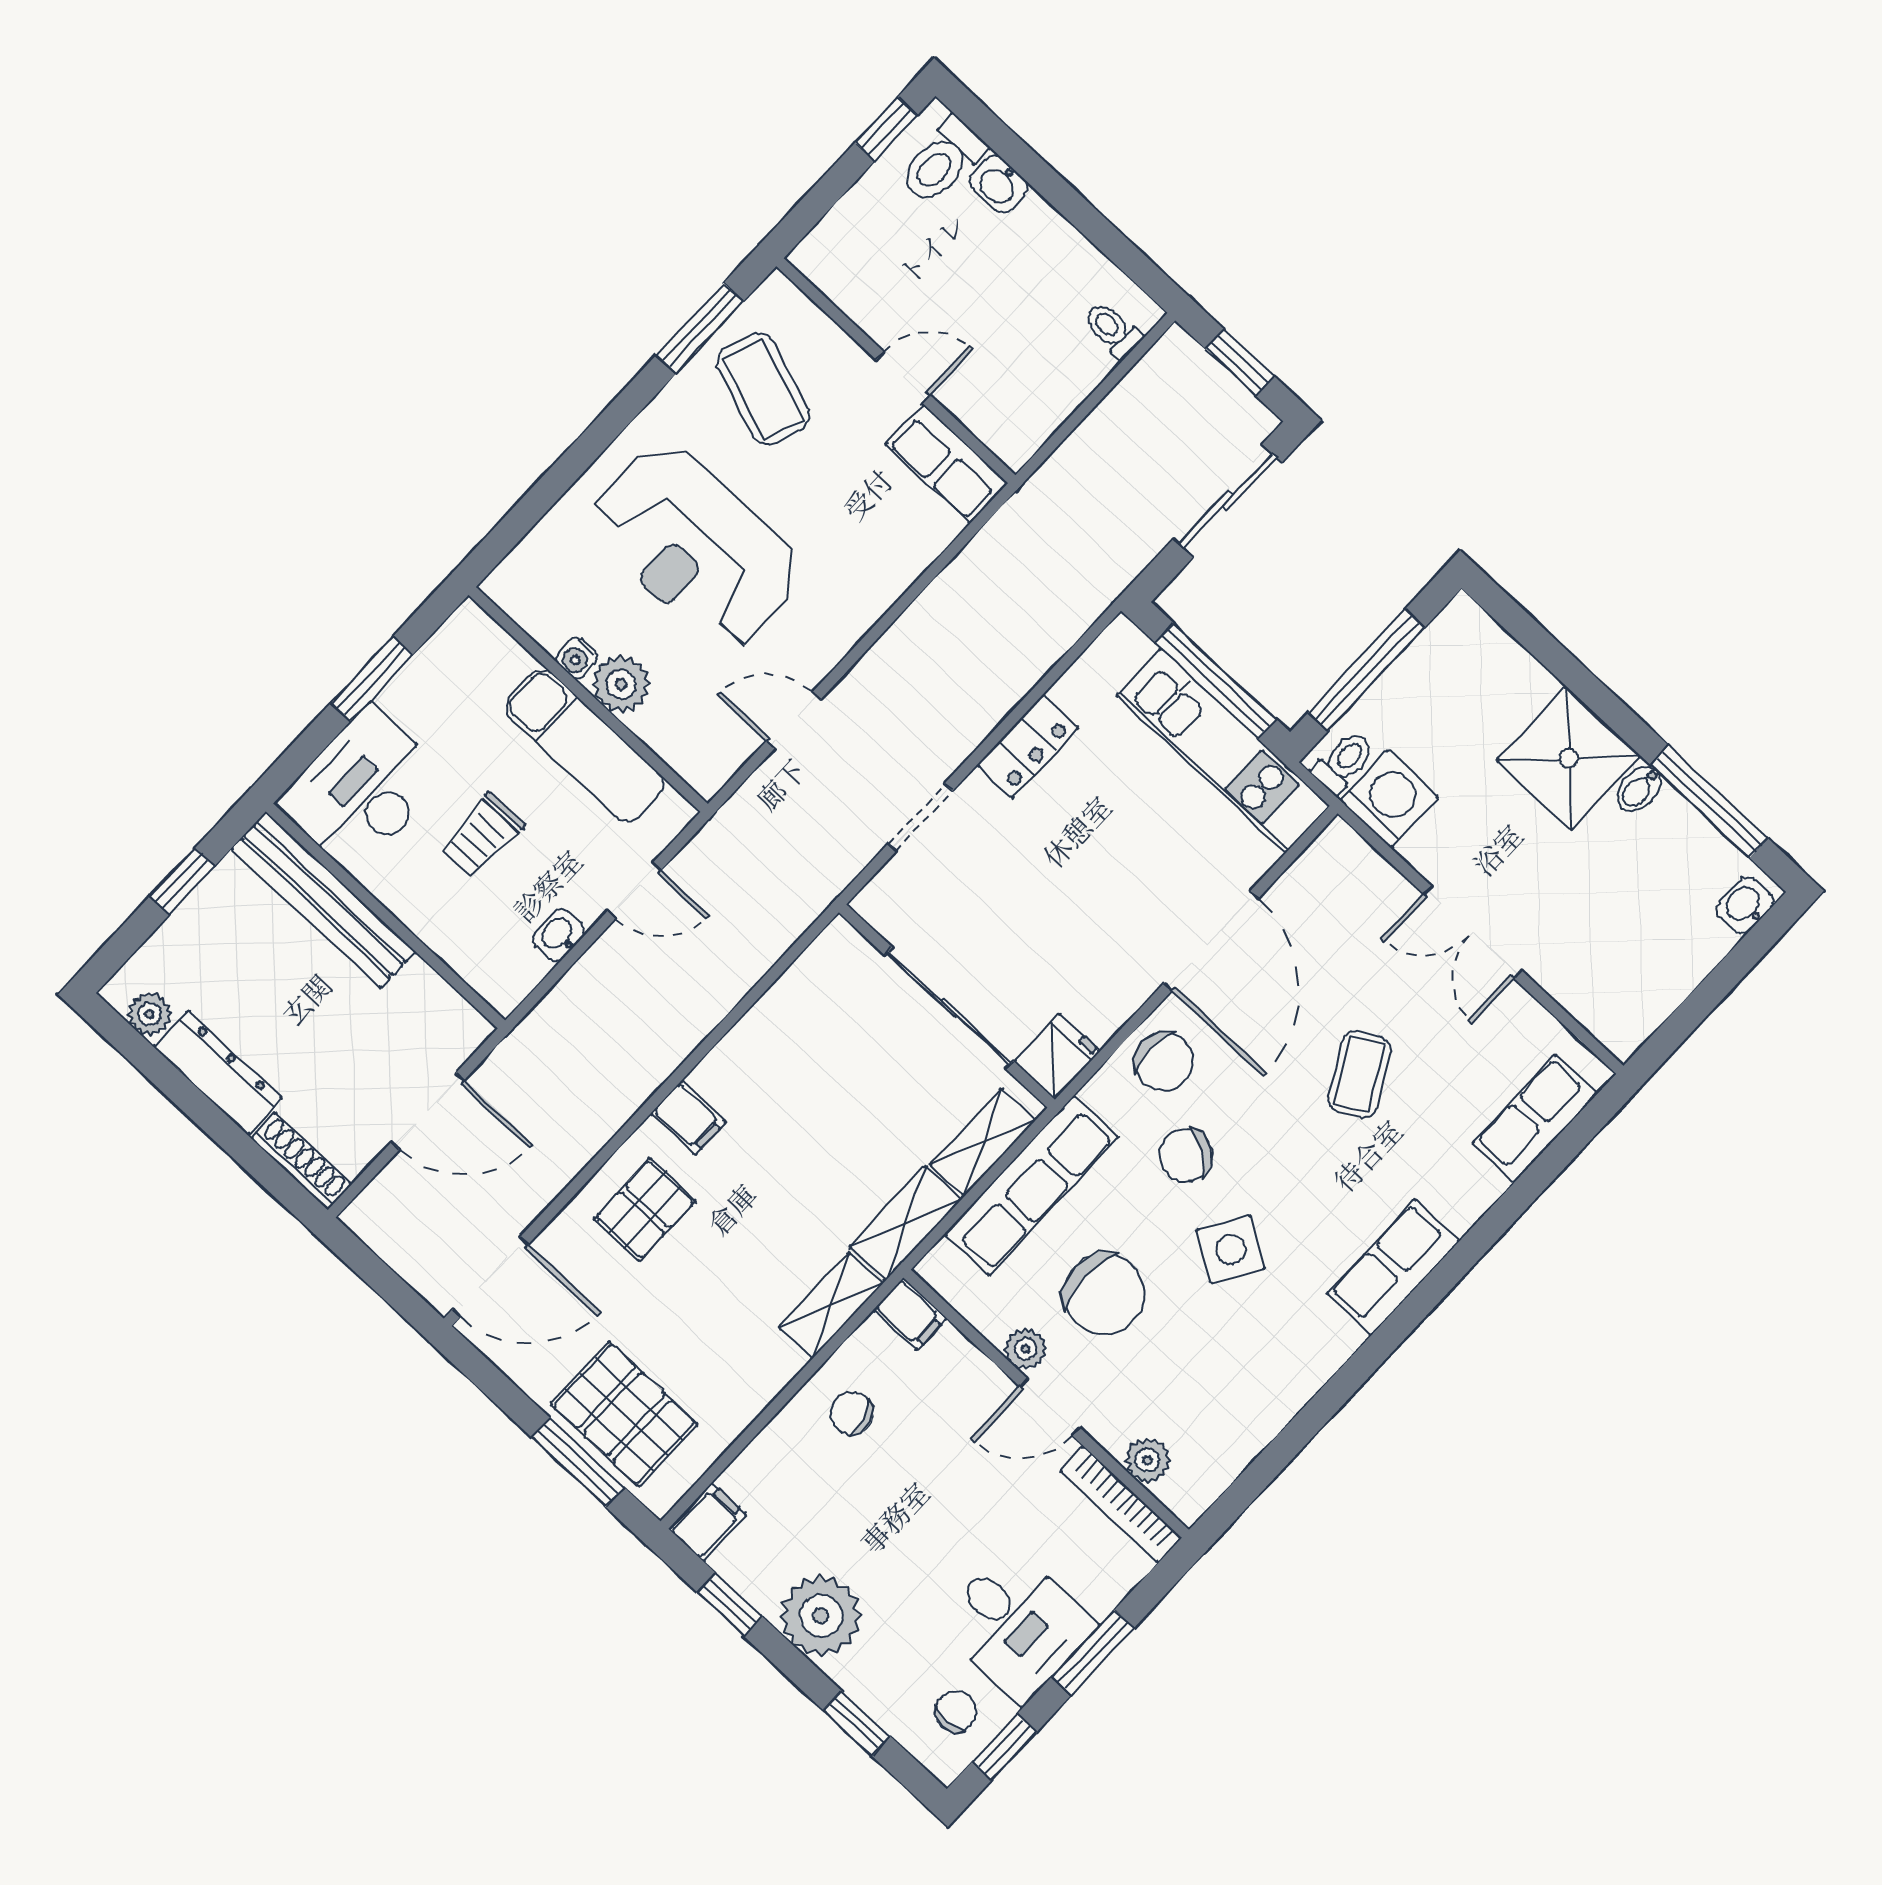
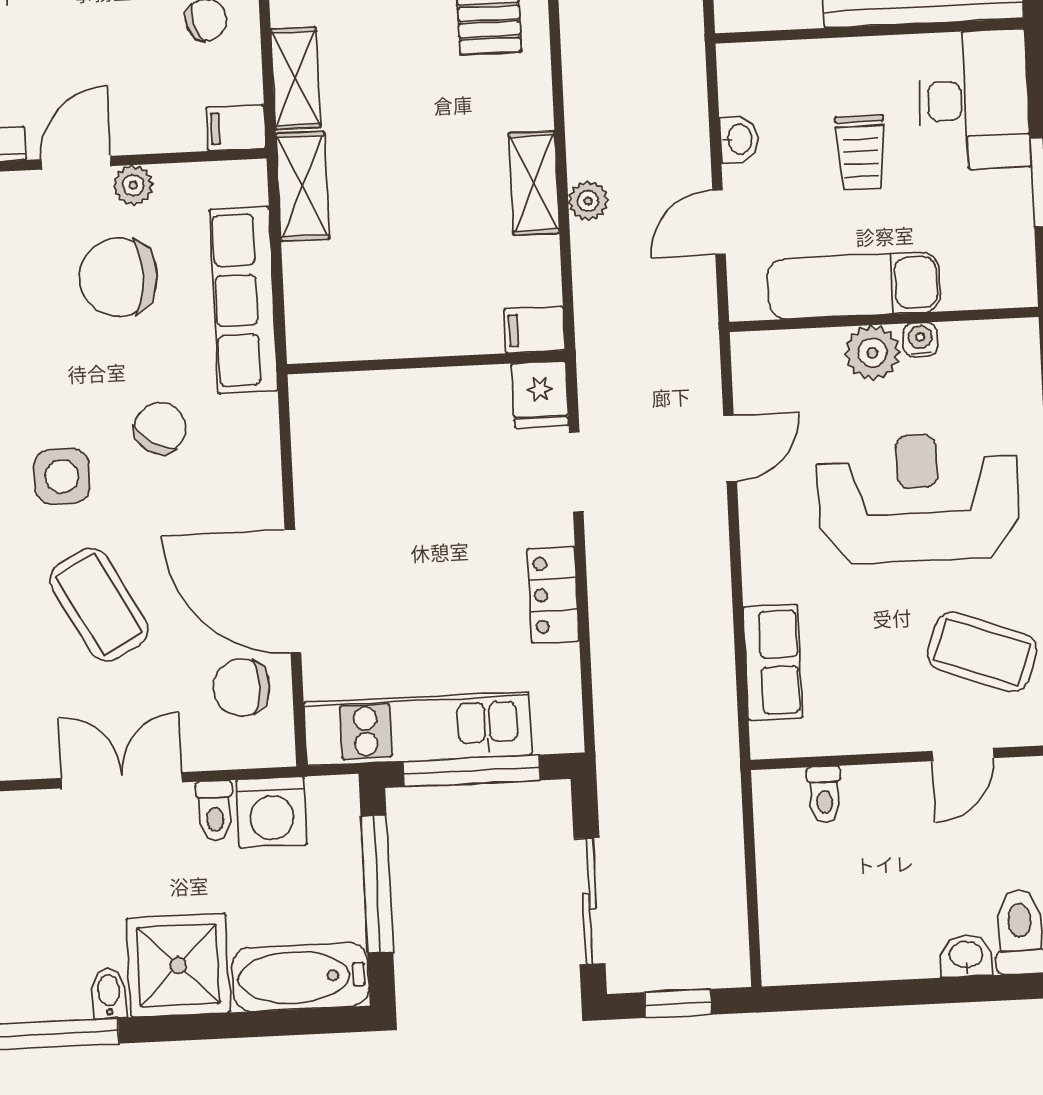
toilet: (1113, 330) -> (824, 794), moved, turned 90
door: (903, 378) -> (963, 755), moved
row of seats: (947, 464) -> (773, 662), moved, turned 90
bathtub: (1490, 660) -> (301, 977), added
toilet: (1344, 762) -> (215, 811), moved
trolley: (482, 836) -> (861, 152), turned 180
plant: (712, 1002) -> (588, 201), added
sliding door: (949, 1008) -> (423, 363), removed
fridge: (1057, 1057) -> (540, 394), moved
chair: (1164, 1061) -> (242, 688), moved
coffee table: (1359, 1074) -> (99, 605), width x1.36, depth x1.30
filing cabinet: (688, 1118) -> (534, 330), moved
shelving: (983, 1142) -> (534, 183), moved
side table: (1231, 1249) -> (62, 476), moved, turned -32

